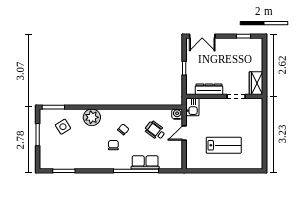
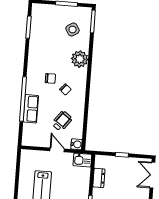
dresser: (209, 89) -> (99, 178), width x0.70

